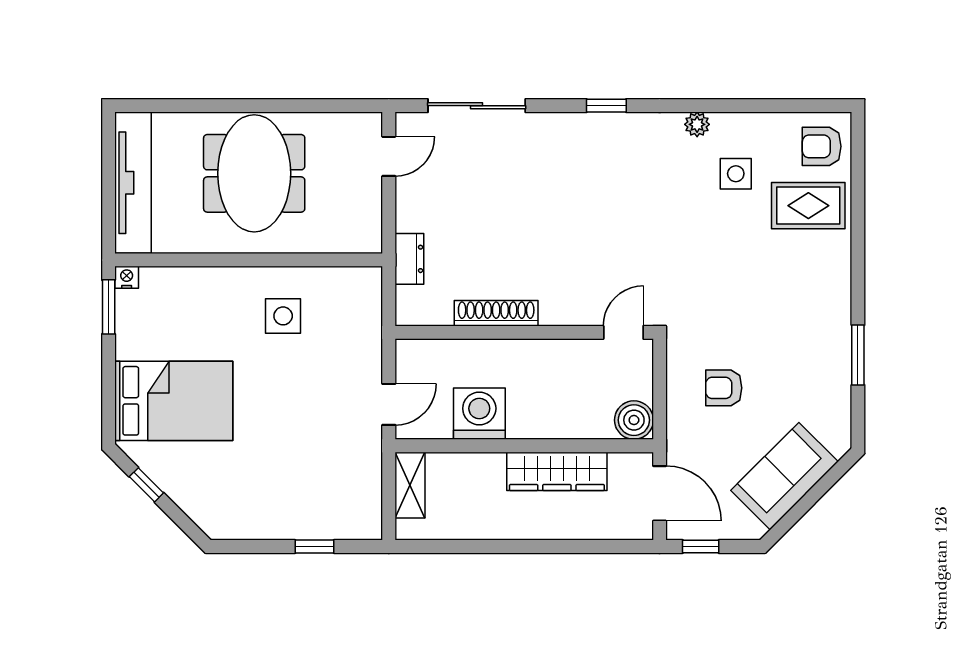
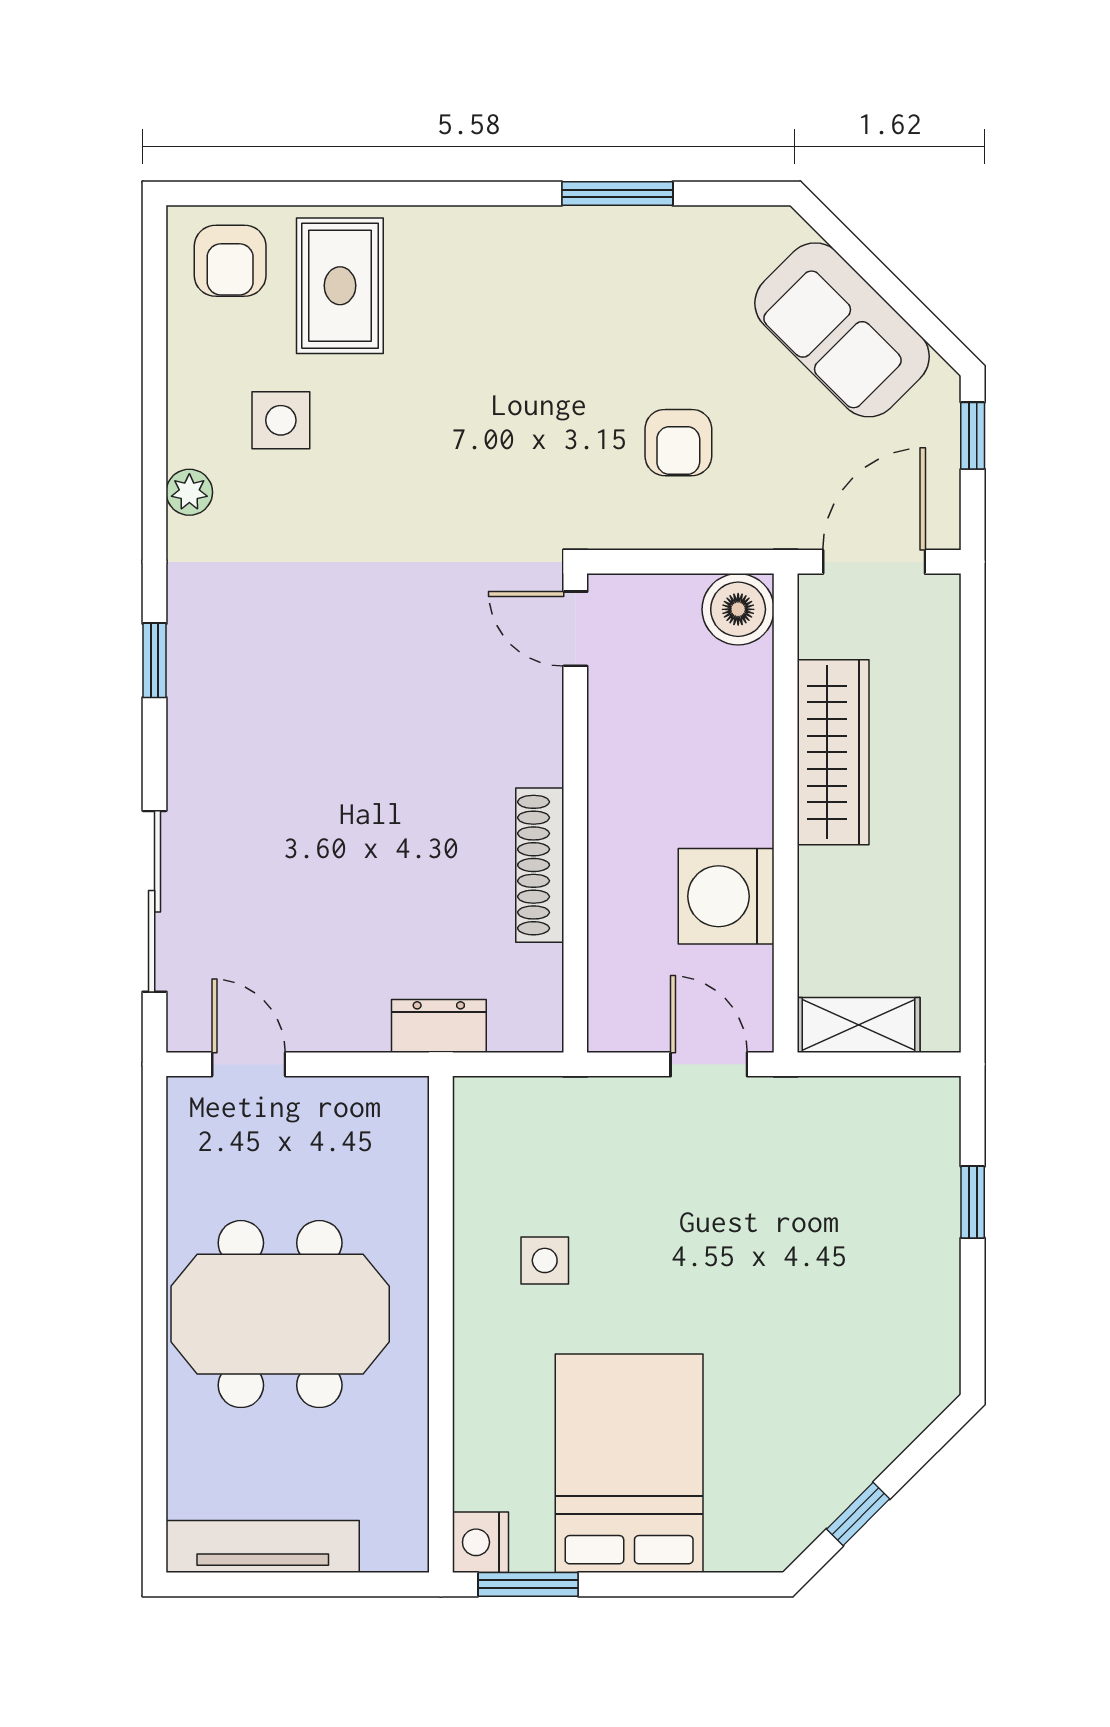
tv unit: (133, 183) -> (263, 1546), width x0.73, depth x0.78
nightstand: (127, 277) -> (480, 1542), width x1.39, depth x1.35
side table: (283, 316) -> (545, 1260), width x0.73, depth x0.73
bed: (174, 401) -> (629, 1463), moved
window: (701, 546) -> (973, 436), moved

